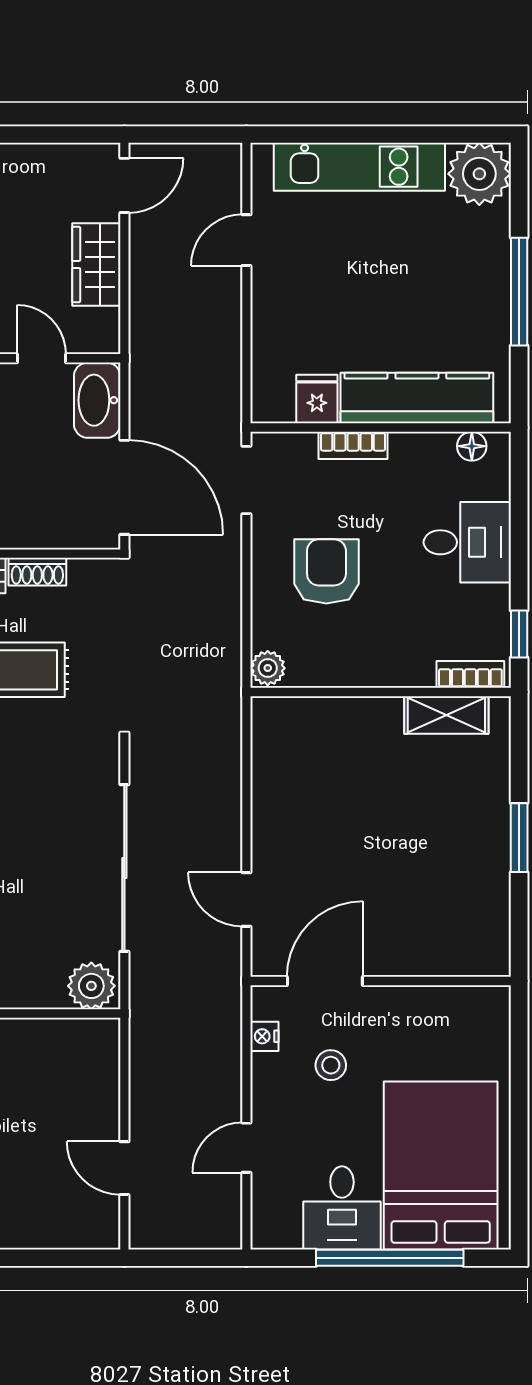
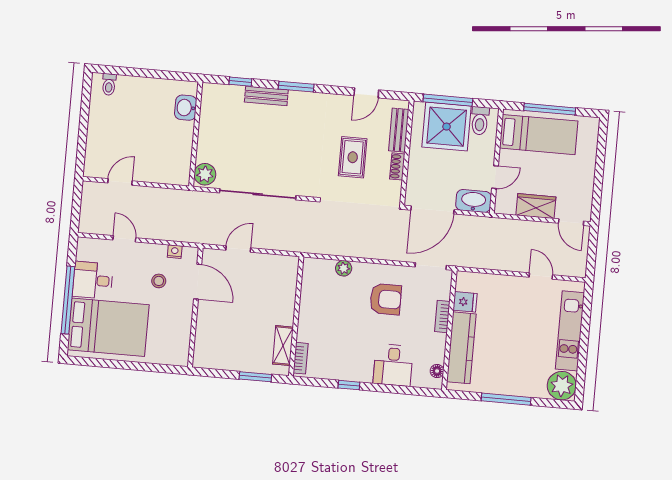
bookcase: (470, 674) -> (301, 358), moved
wall: (381, 692) -> (296, 316), moved
shelving: (446, 715) -> (283, 346), moved

